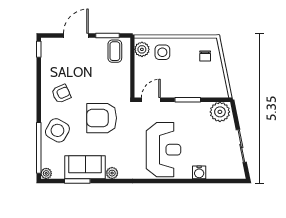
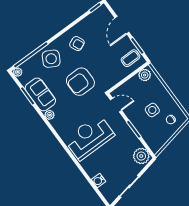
door: (76, 35) -> (122, 25), swing flipped
side table: (162, 52) -> (152, 110), moved
armchair: (102, 118) -> (80, 82), turned -90
reception desk: (163, 150) -> (89, 137), turned 180
water cooler: (199, 172) -> (98, 181), moved

